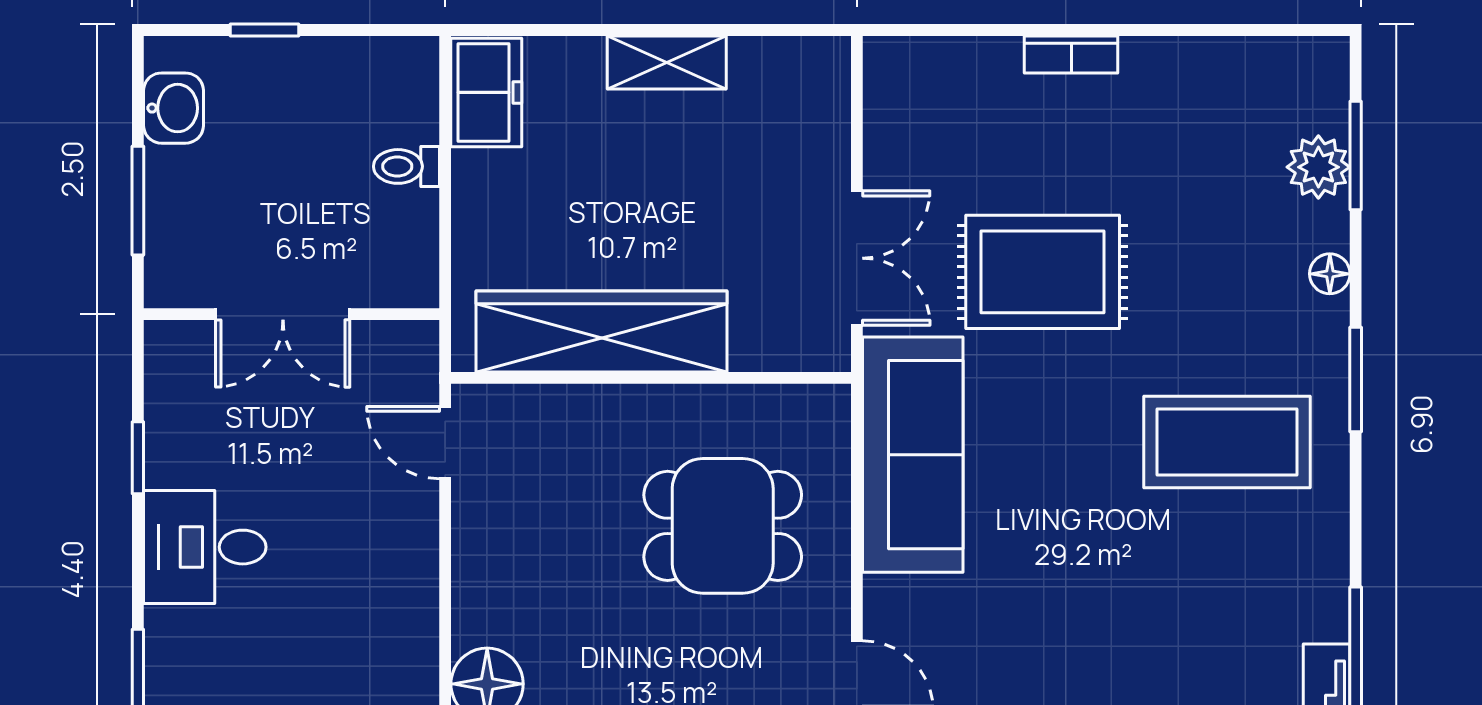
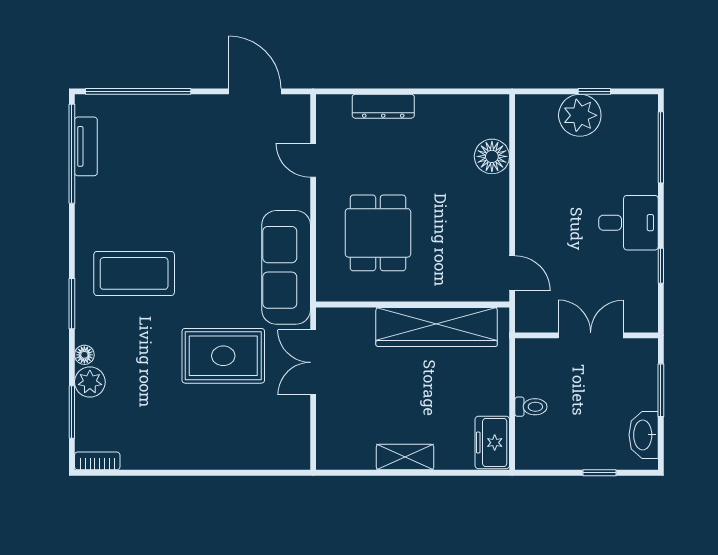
bookcase: (1071, 54) -> (97, 461), moved
washbasin: (173, 108) -> (644, 435), width x1.38
plant: (1318, 167) -> (90, 382), moved
dining table: (723, 526) -> (378, 233), turned 90

